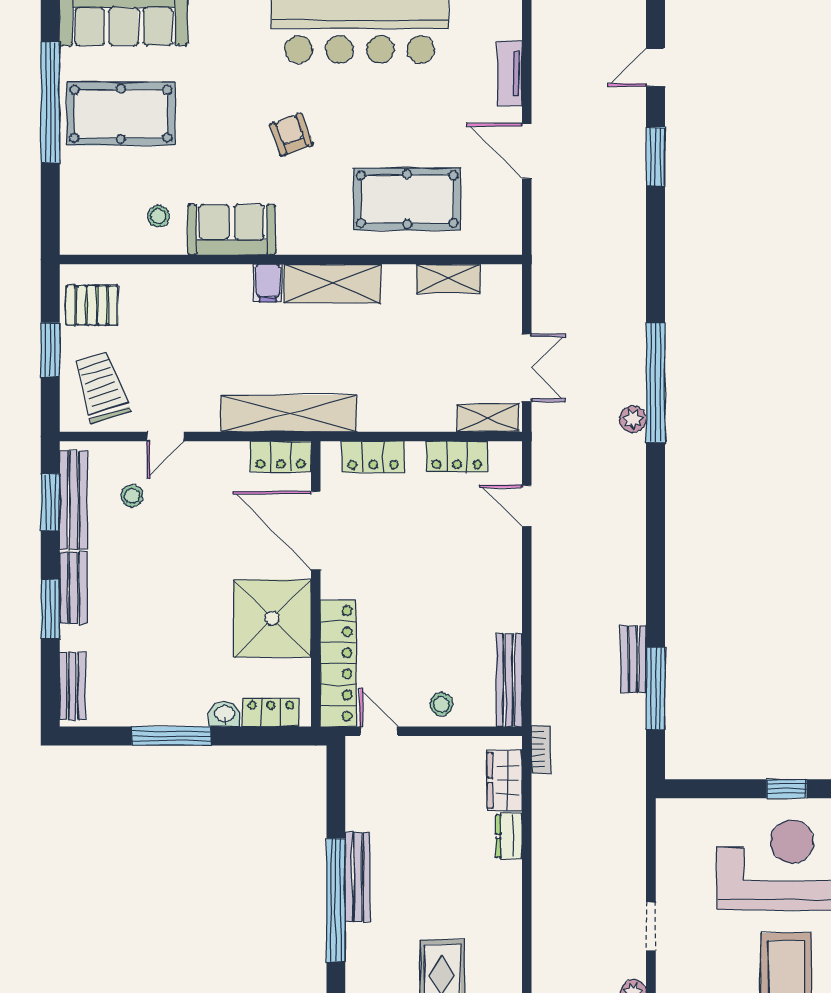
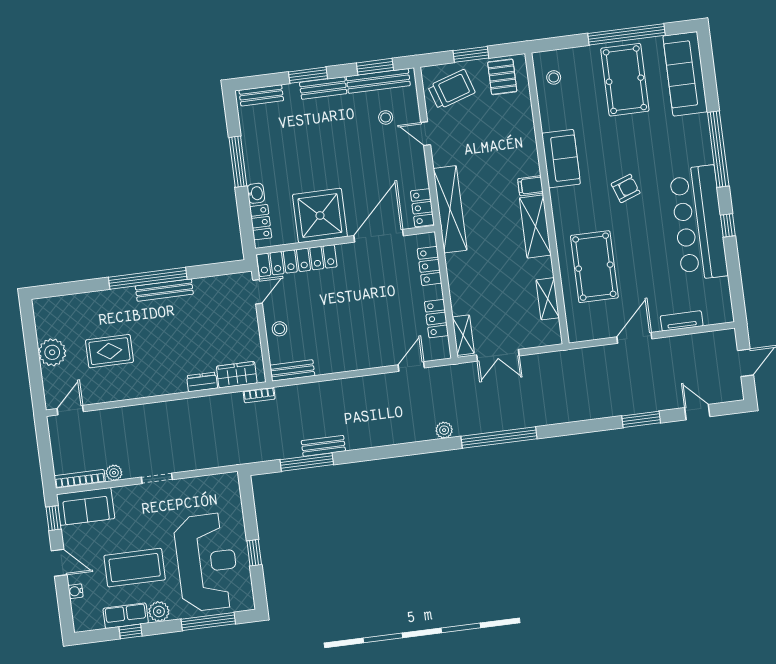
stool: (158, 216) -> (554, 77), moved
plant: (633, 419) -> (444, 430), moved
bench: (509, 680) -> (292, 370), width x0.73

